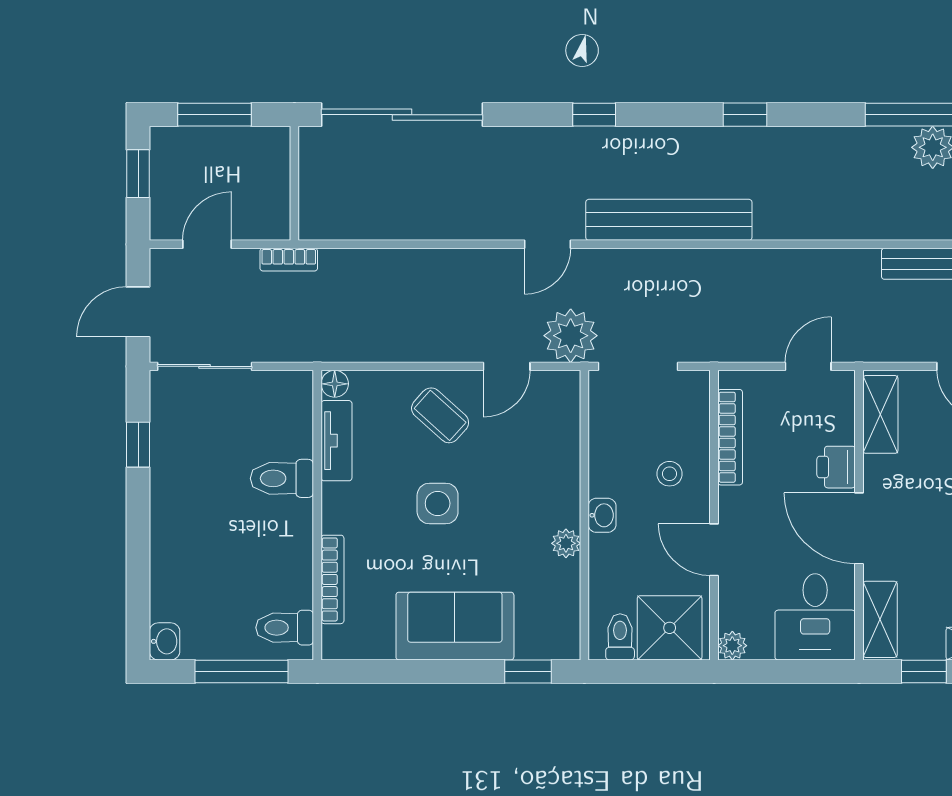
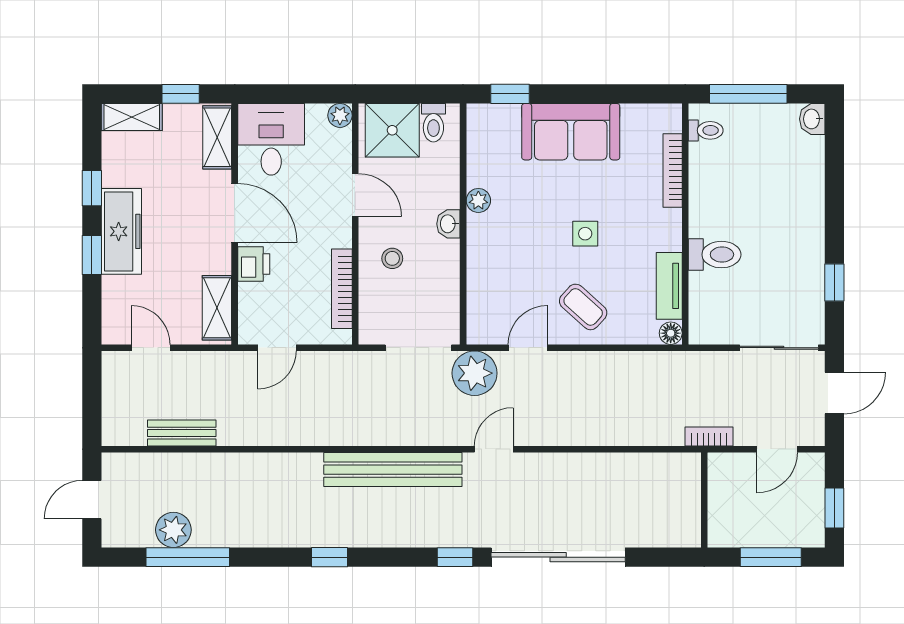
sliding door: (402, 115) -> (558, 557), moved
side table: (438, 503) -> (585, 234), width x0.73, depth x0.73
toilet: (285, 628) -> (706, 130), width x0.73, depth x0.72

